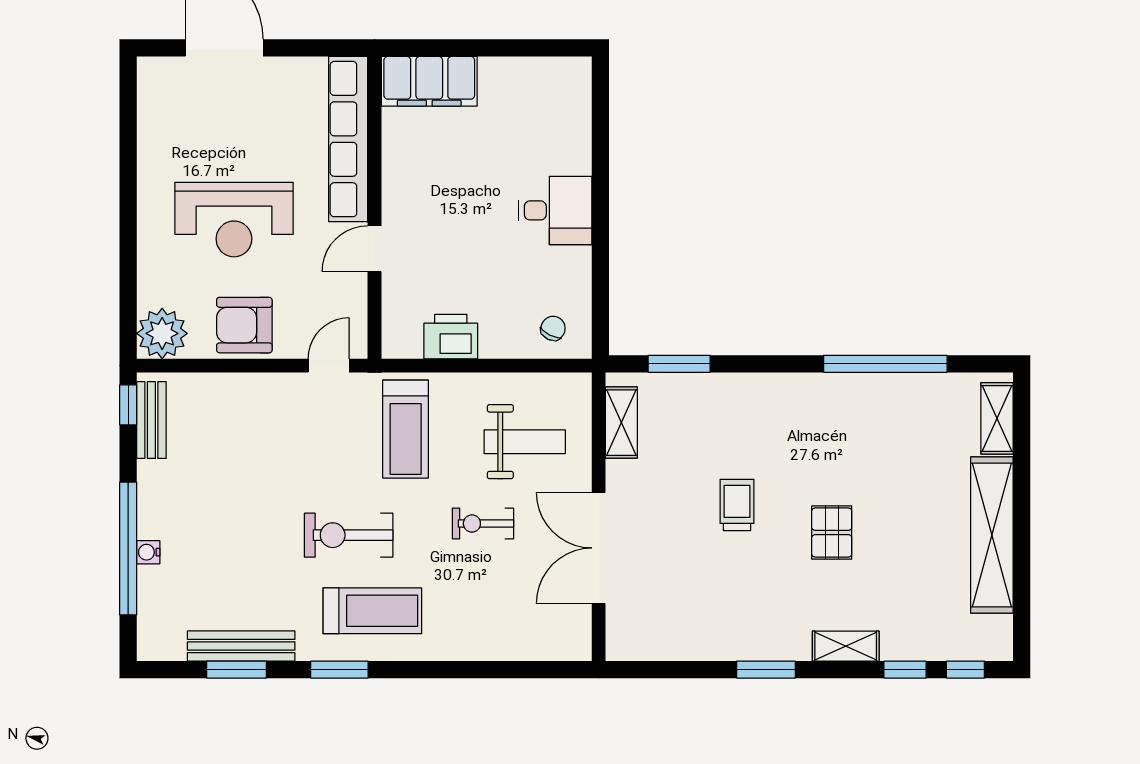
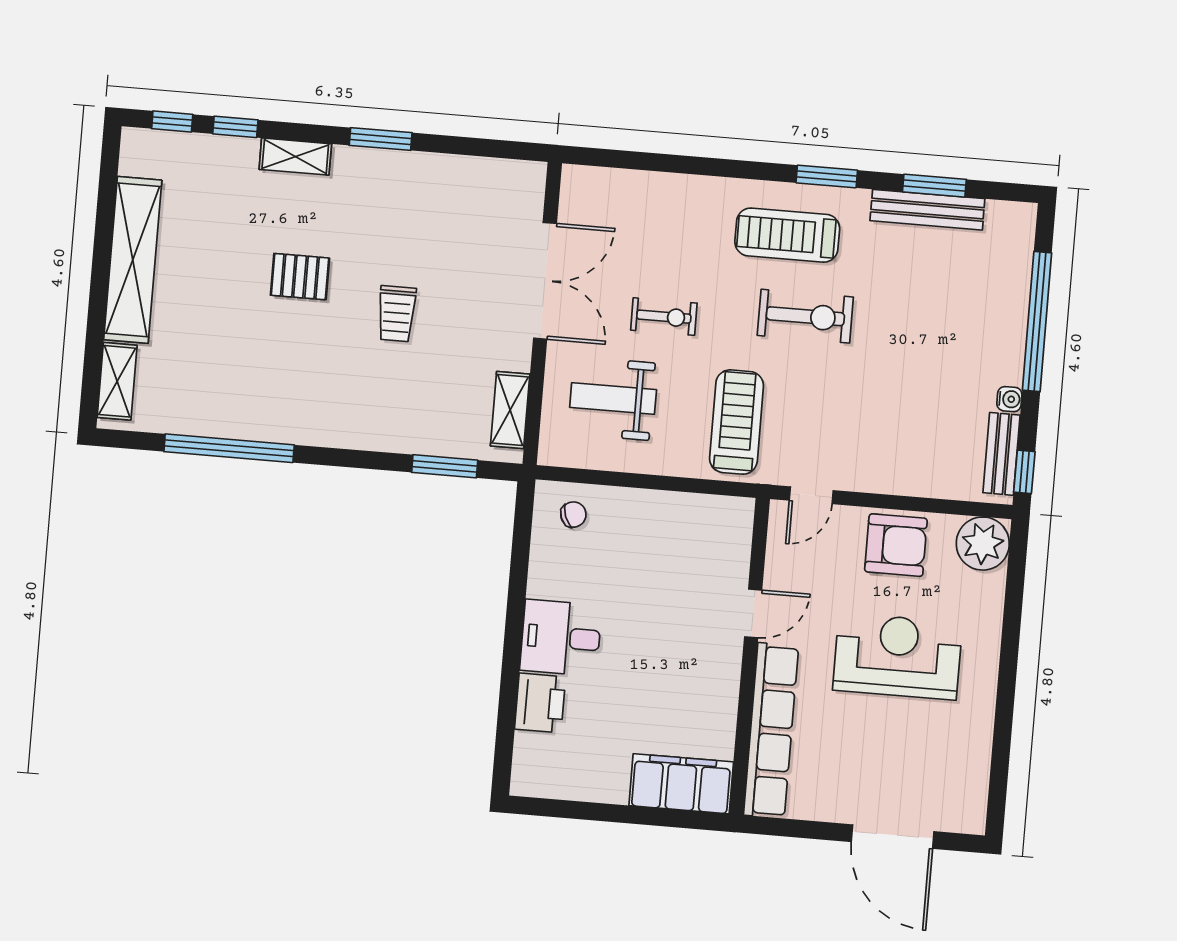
chair: (553, 328) -> (573, 515), turned -138
printer: (451, 337) -> (540, 703), moved, turned -90
pallet: (832, 532) -> (300, 277), turned 90
water cooler: (148, 552) -> (1009, 399), moved

